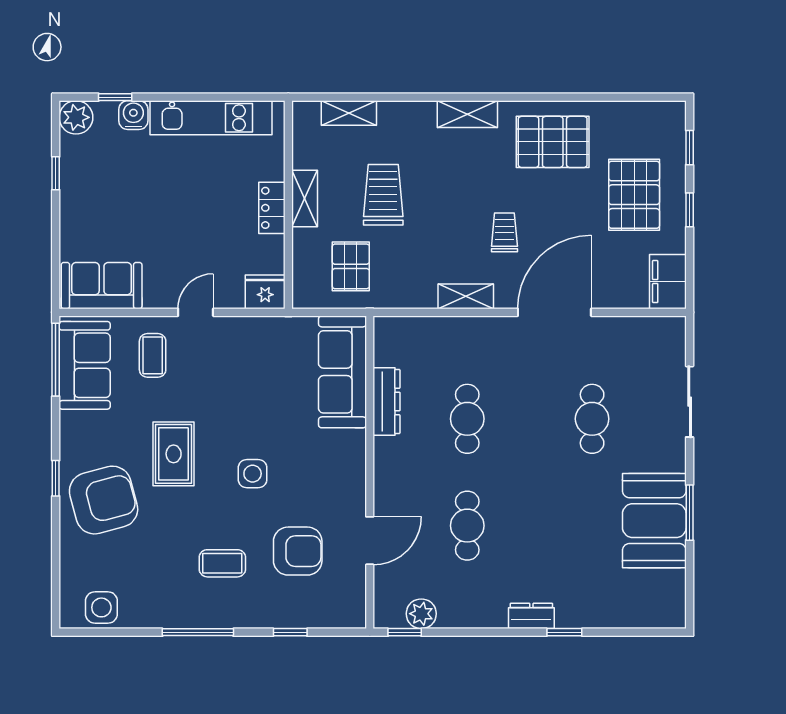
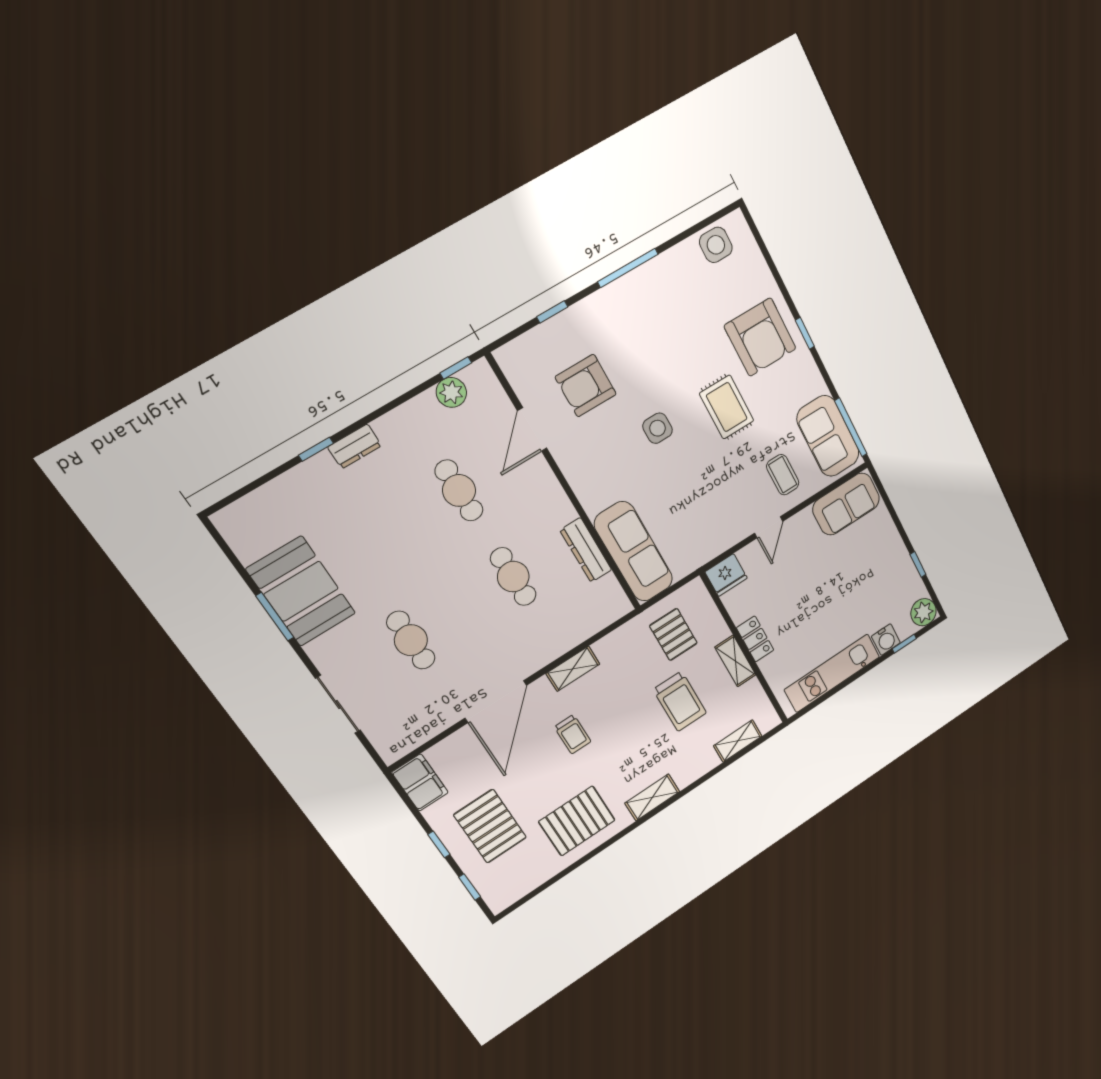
armchair: (104, 500) -> (760, 337), turned -75
coffee table: (222, 563) -> (640, 339), removed

